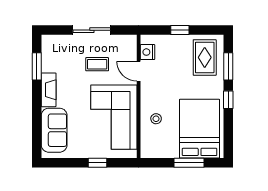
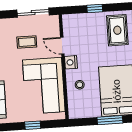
sliding door: (92, 30) -> (33, 13), moved
nightstand: (148, 52) -> (71, 62), moved

